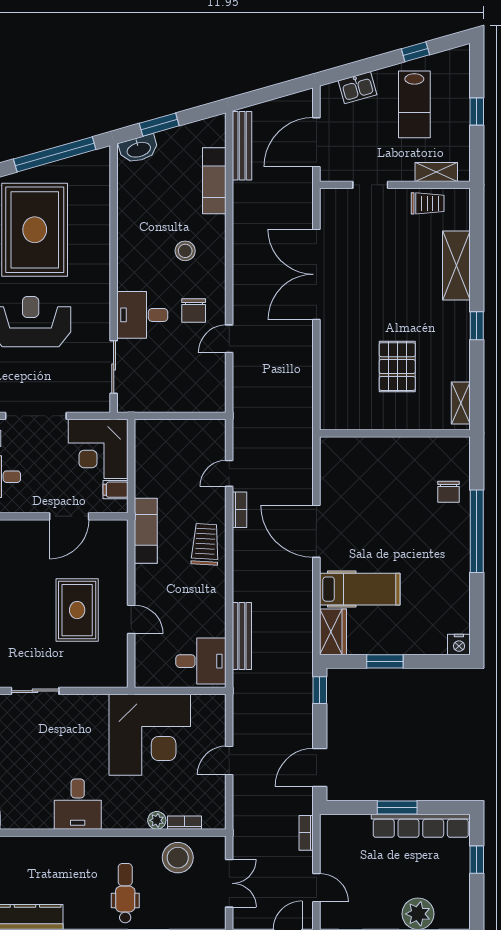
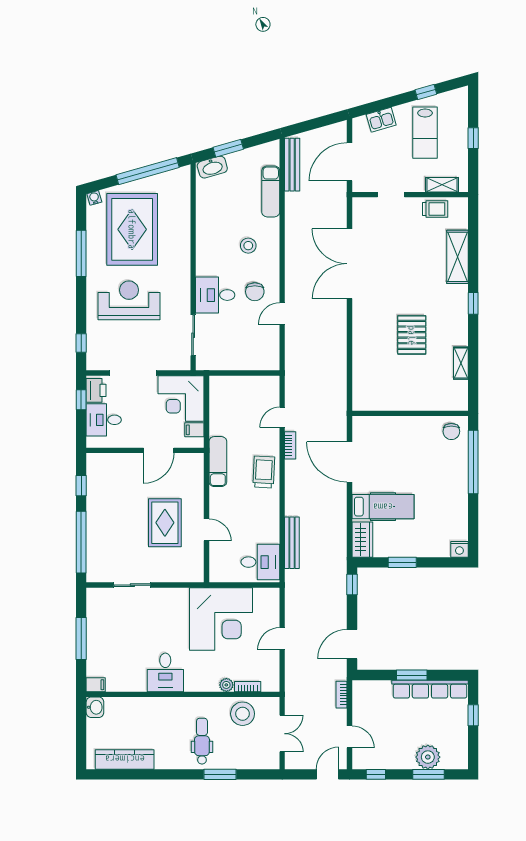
wall: (395, 433) -> (410, 413), moved

